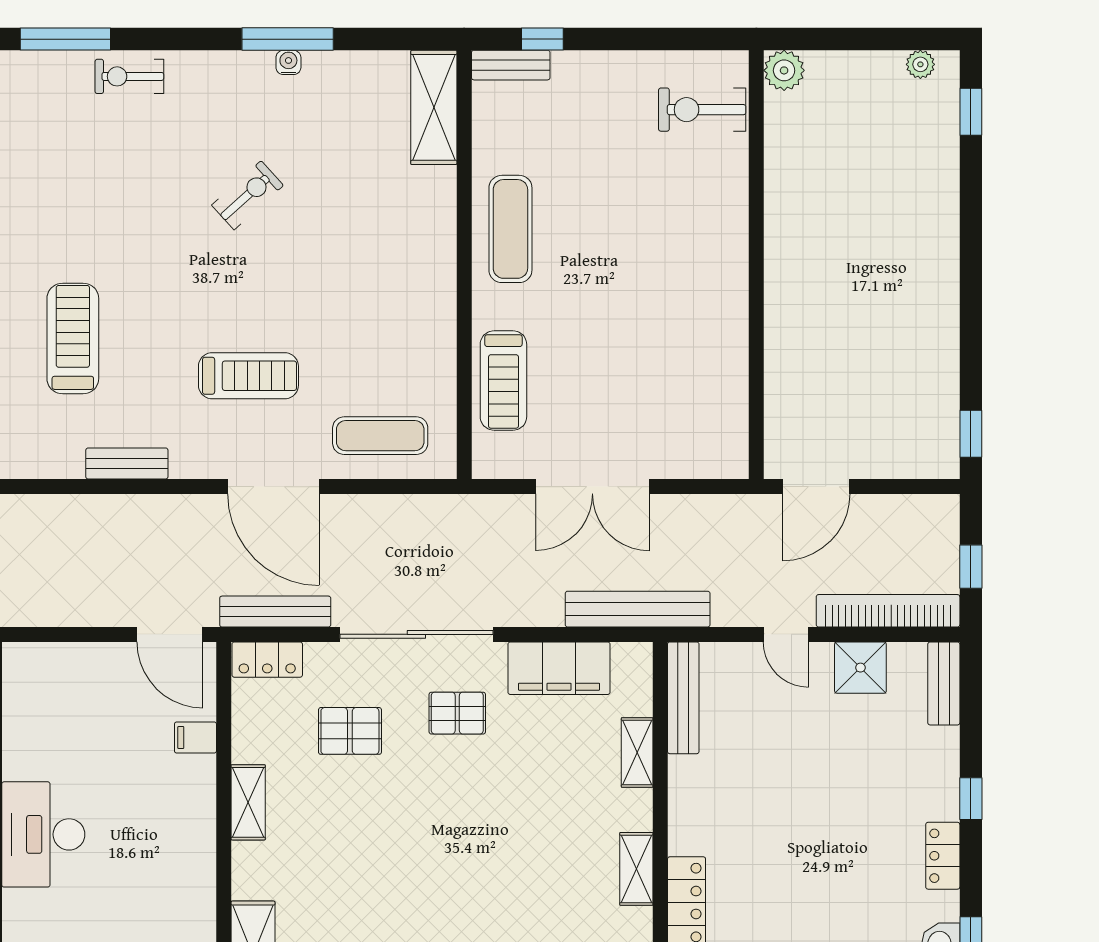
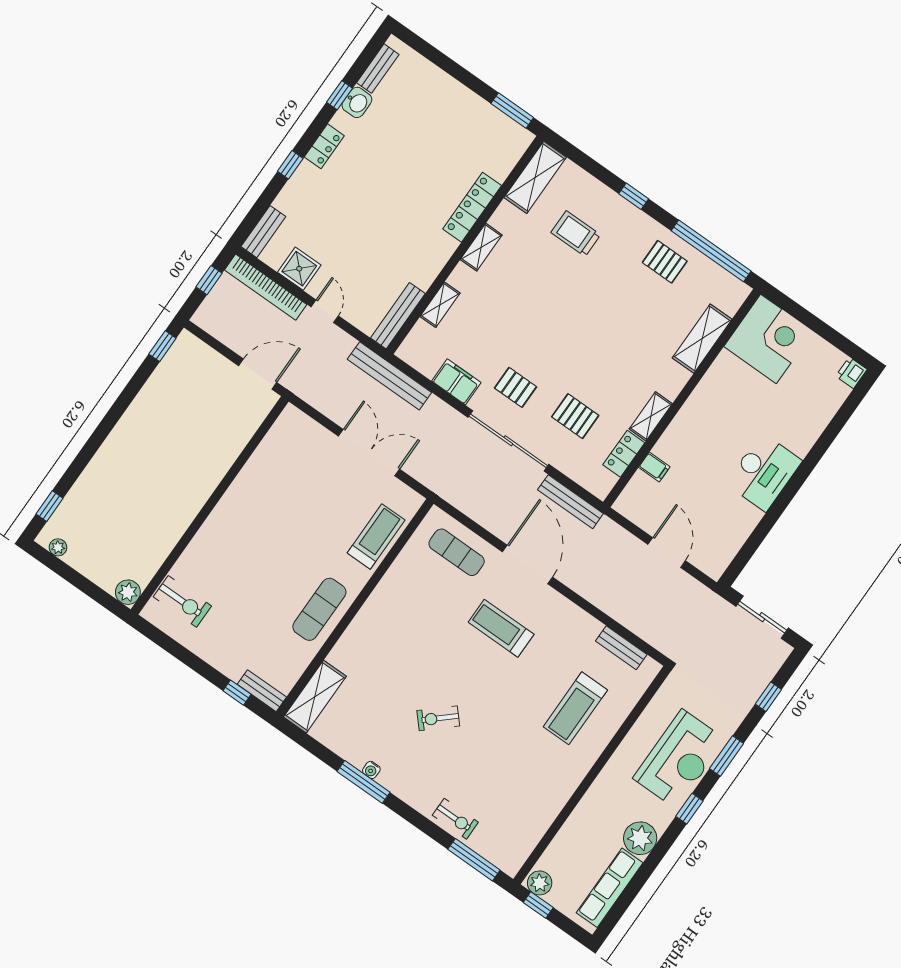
bench: (127, 463) -> (621, 648), moved
door: (170, 634) -> (667, 553), moved
locker: (267, 660) -> (624, 454), moved, turned -90
filing cabinet: (559, 668) -> (456, 382), width x0.67, depth x0.86

